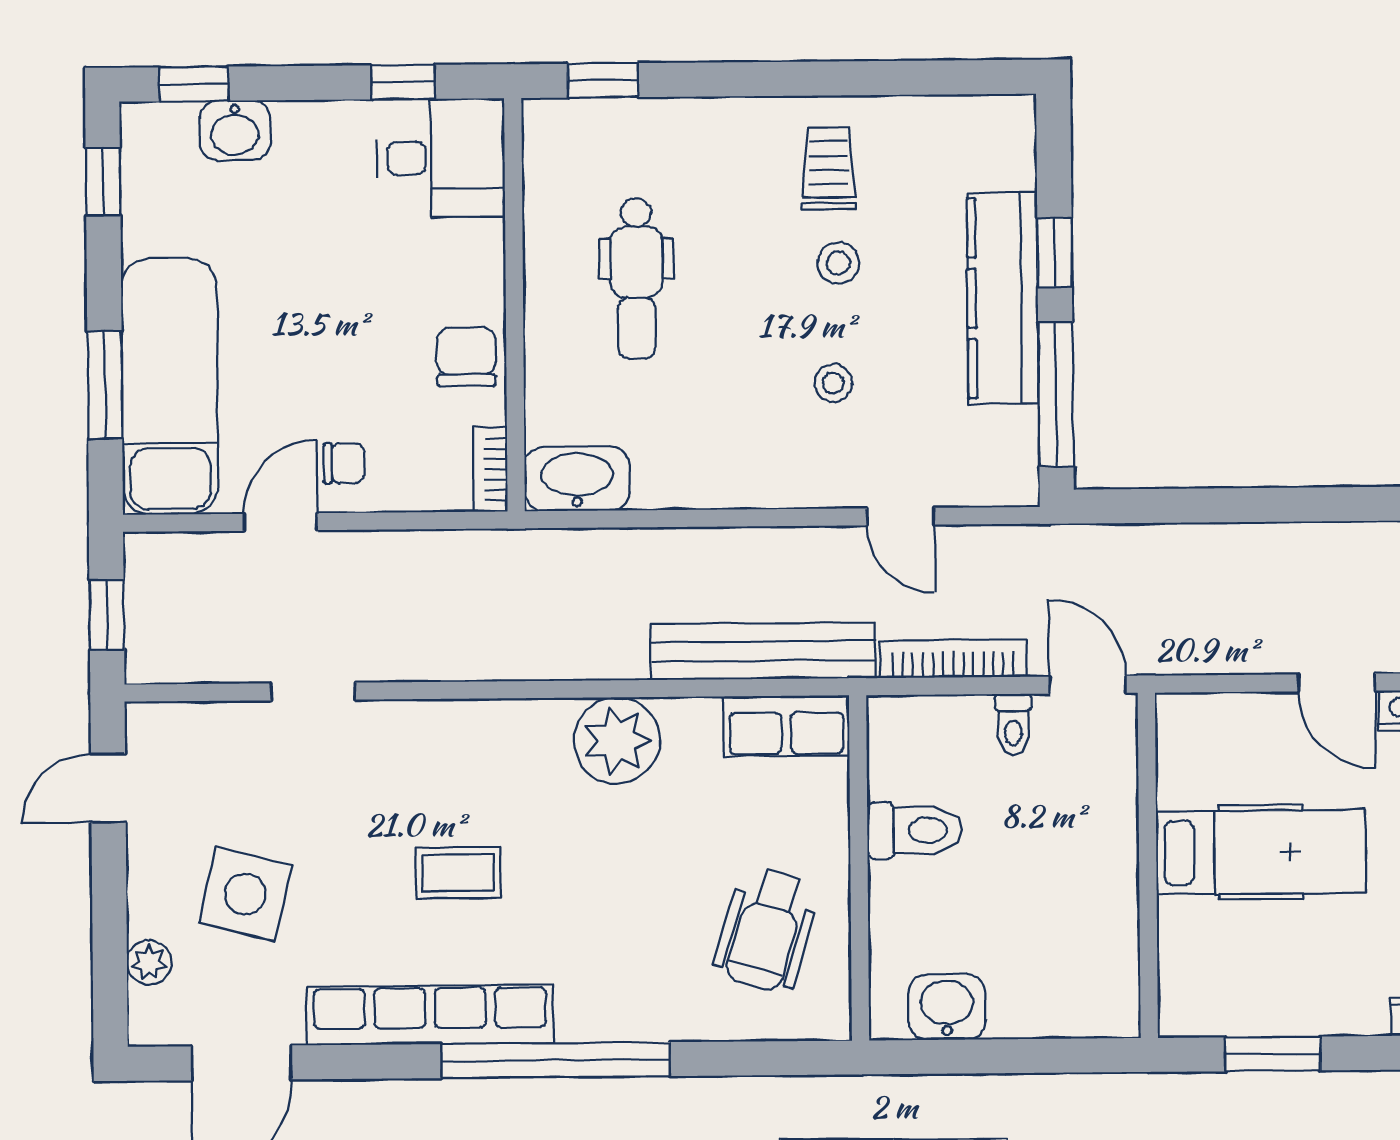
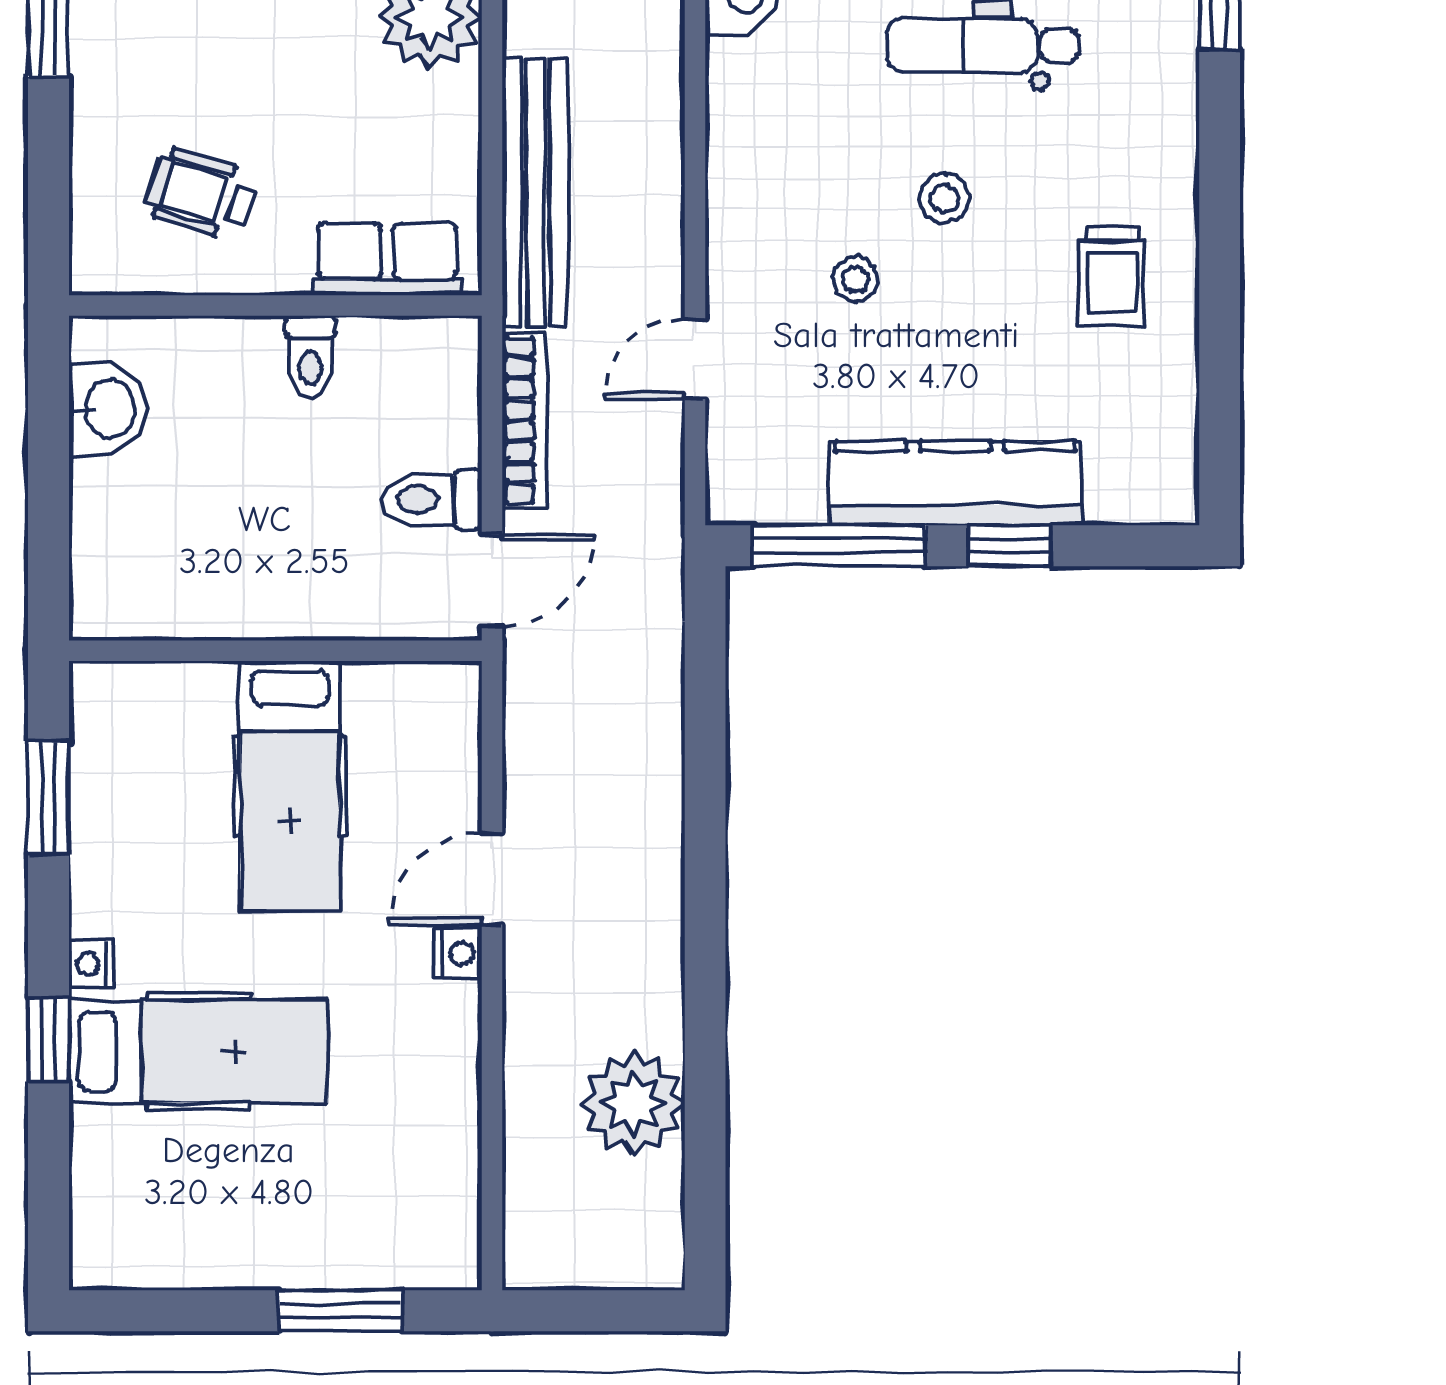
trolley: (828, 168) -> (1112, 276), turned 90
stool: (838, 263) -> (945, 198), moved
toilet: (1013, 724) -> (431, 500), width x1.37, depth x1.39
row of seats: (786, 726) -> (387, 259), moved, turned 90
toilet: (915, 830) -> (310, 356), width x0.73, depth x0.72
wheelchair: (767, 930) -> (202, 194), width x0.73, depth x0.73

